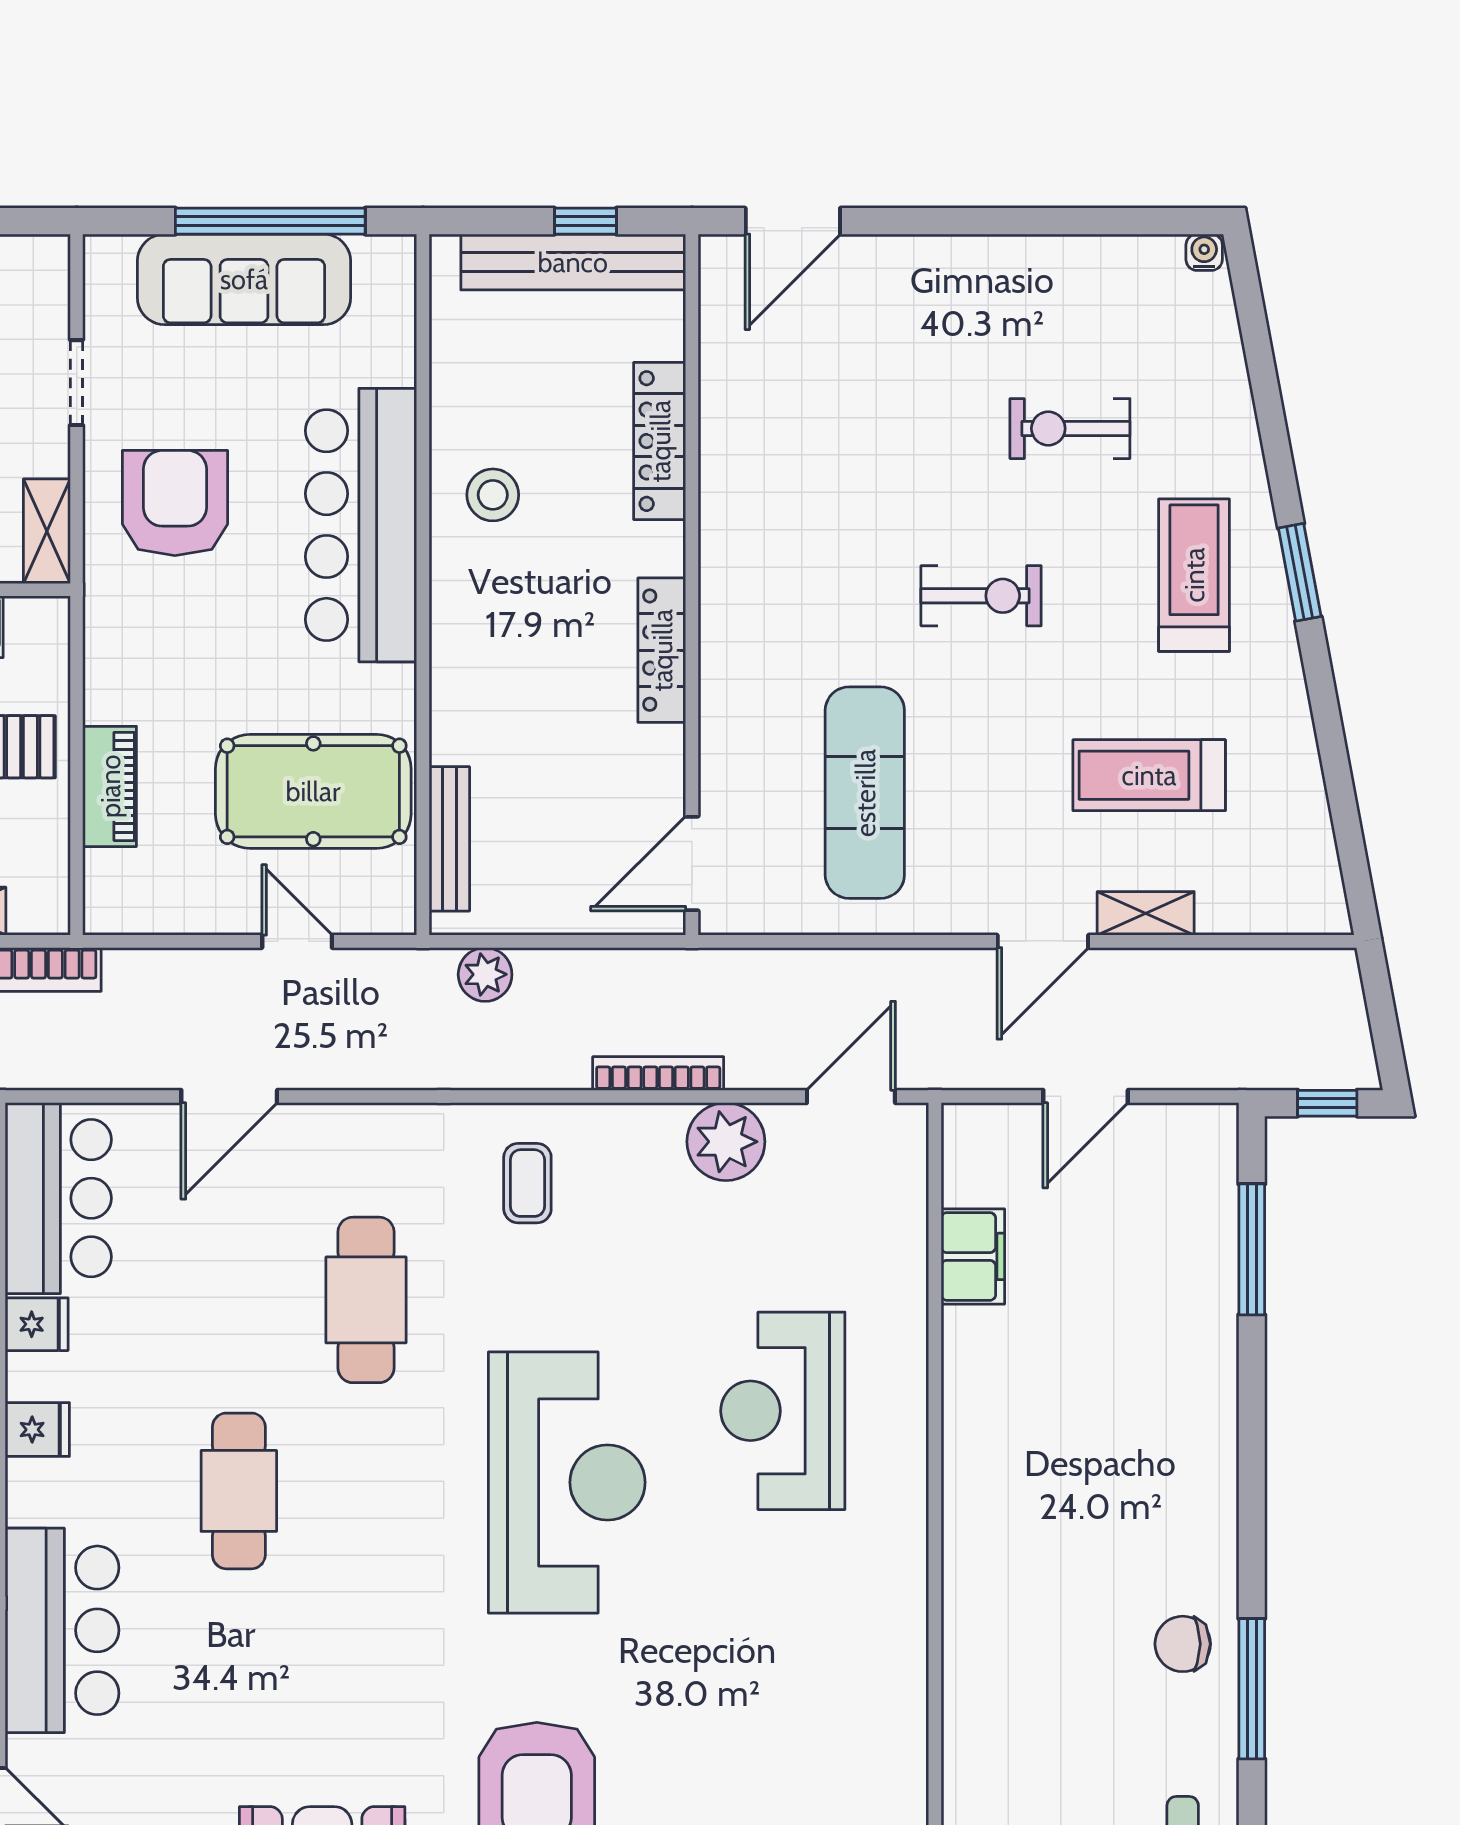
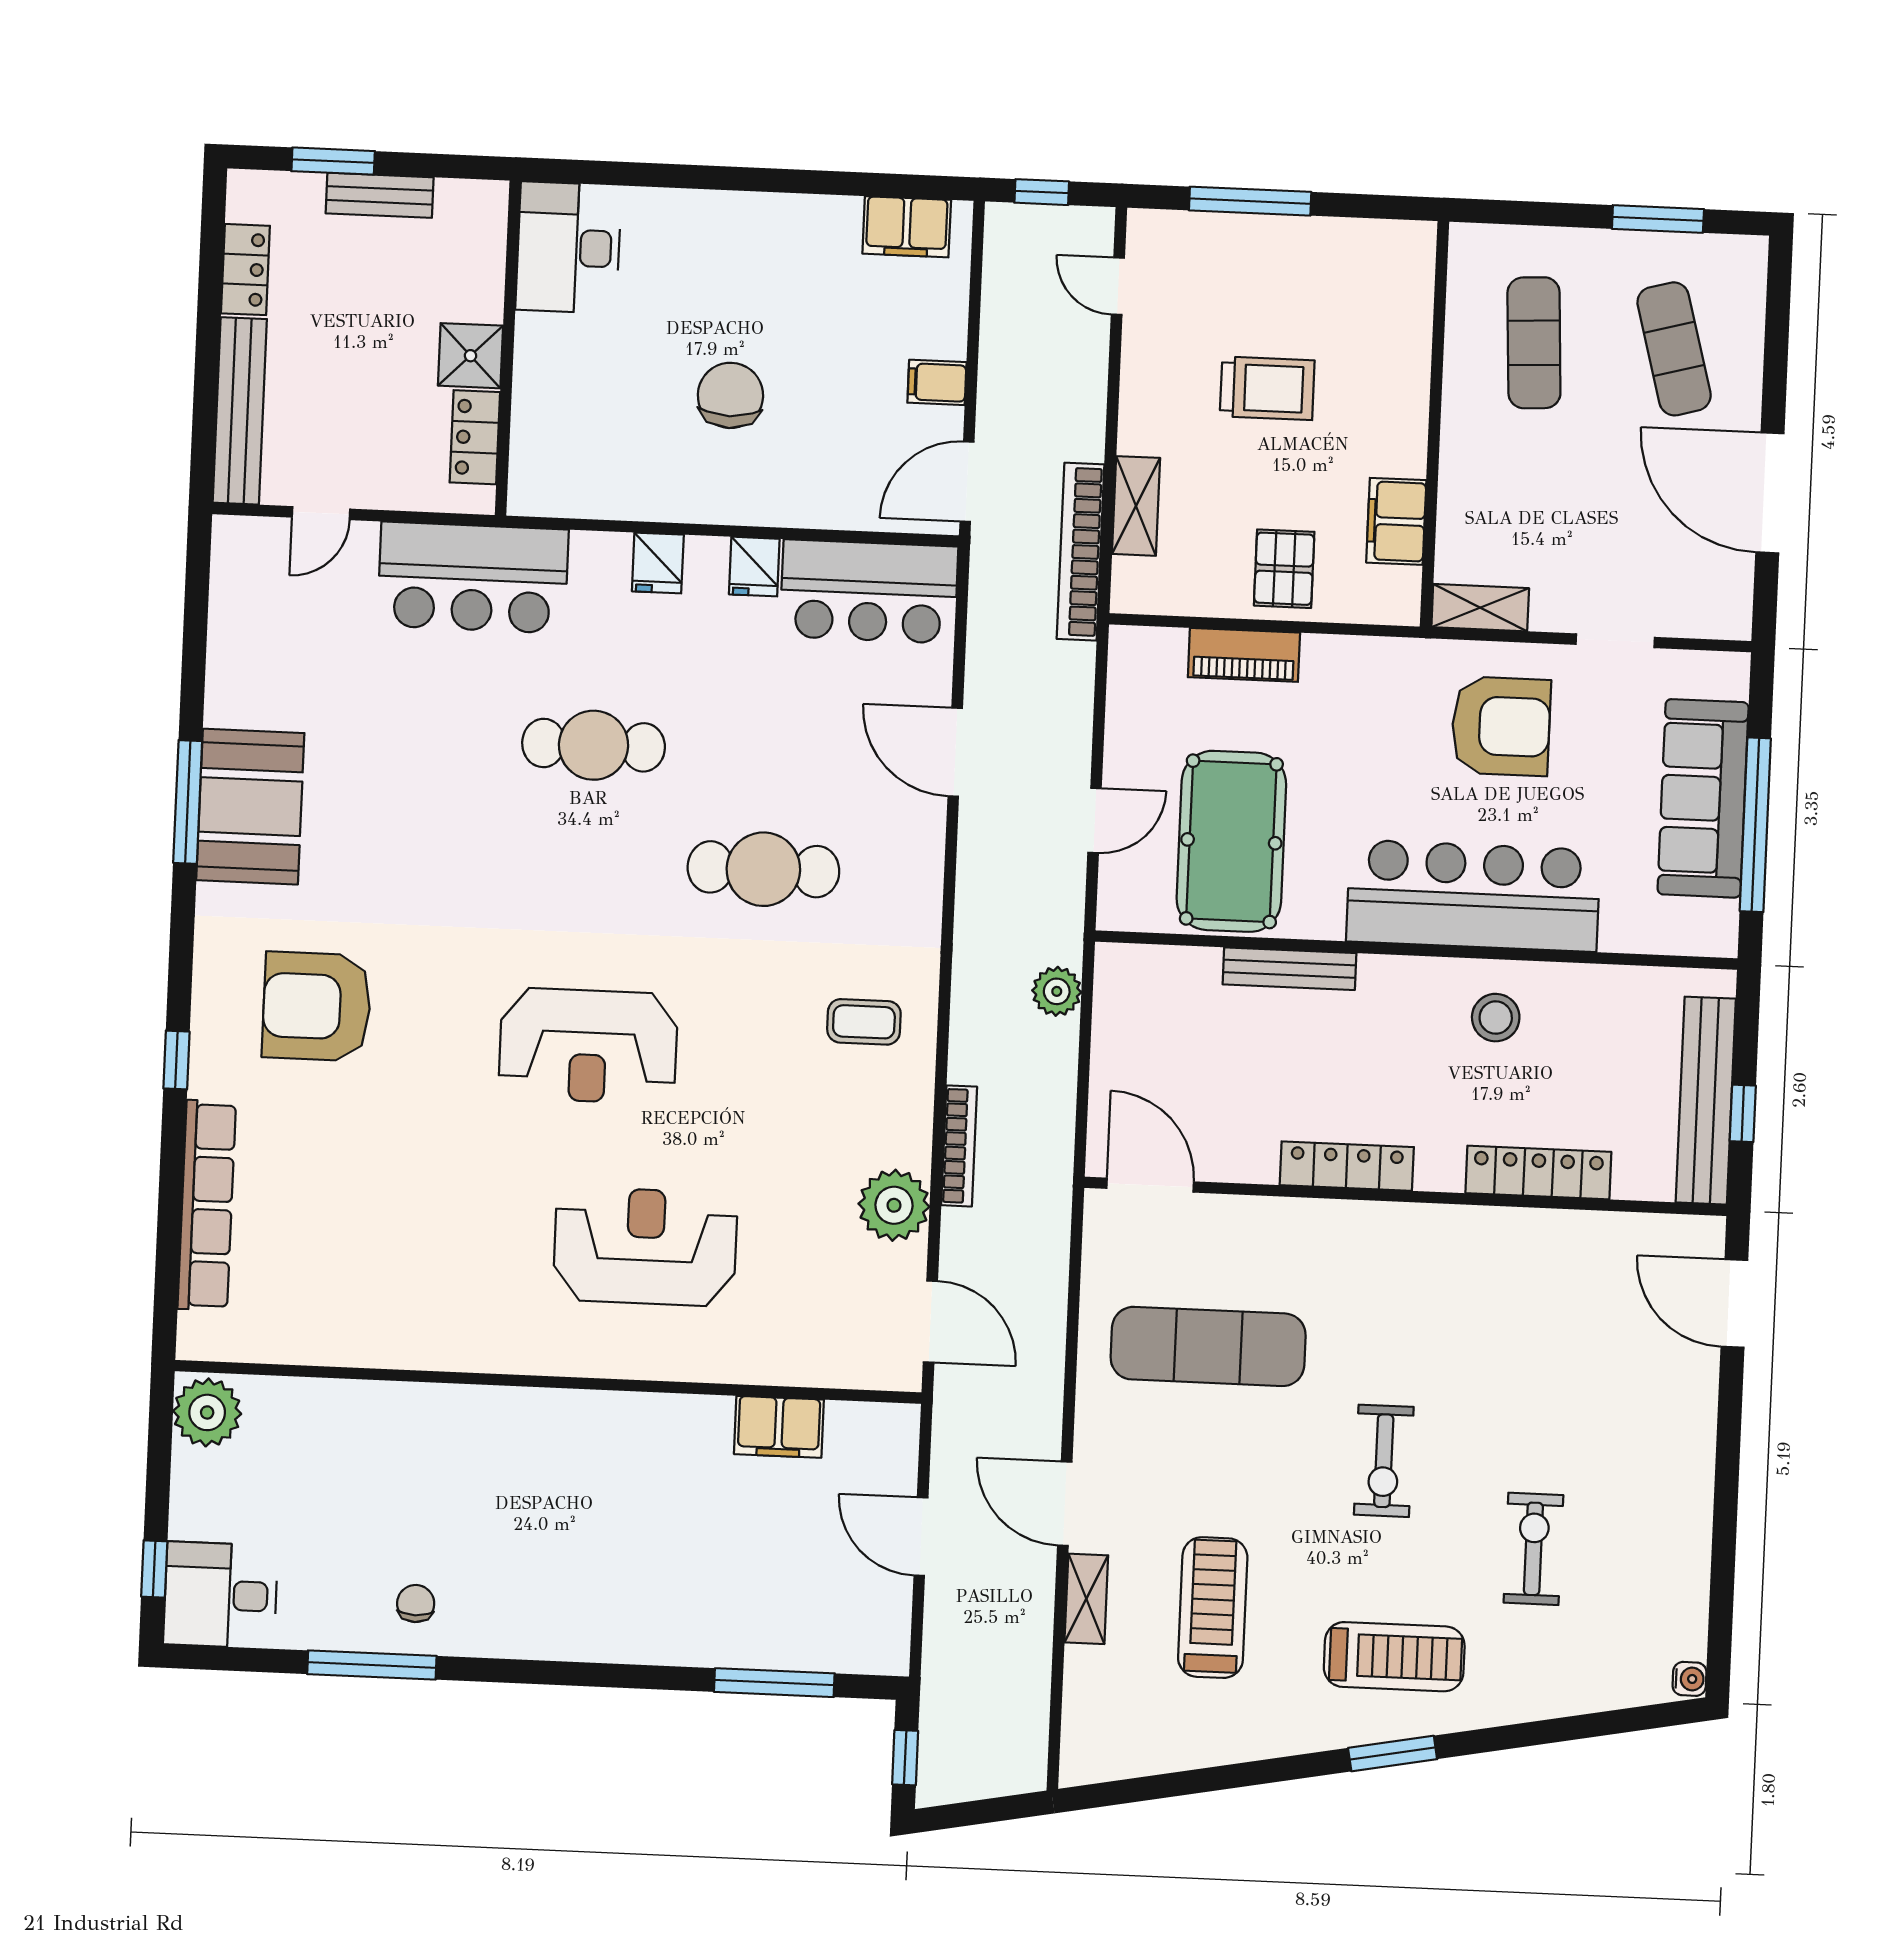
bench: (449, 839) -> (1289, 969), moved
reception desk: (567, 1482) -> (588, 1046), width x0.74, depth x0.77
chair: (1183, 1644) -> (416, 1604), width x0.73, depth x0.73

